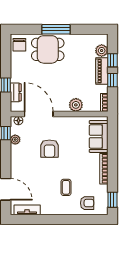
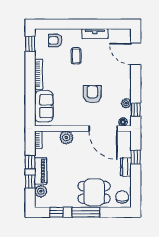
window: (86, 29) -> (56, 212), added
dresser: (16, 92) -> (126, 167), moved
tv unit: (27, 210) -> (95, 34), moved

